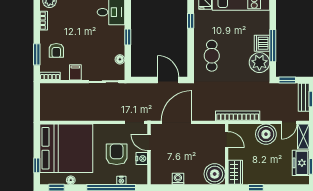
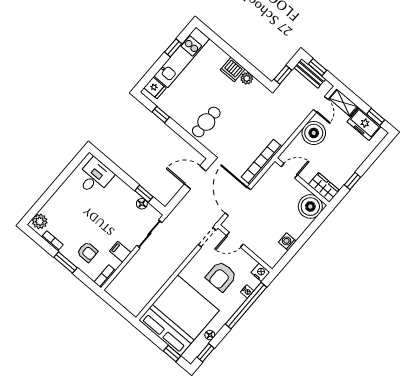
window: (128, 37) -> (144, 194), moved
window: (273, 46) -> (243, 62), removed
window: (37, 54) -> (66, 263), moved
cafe table: (212, 56) -> (206, 122), turned 90
plant: (259, 63) -> (247, 78), width x0.53, depth x0.53
bookcase: (238, 116) -> (262, 162), moved
armchair: (117, 154) -> (221, 276), turned -90
nightstand: (142, 159) -> (260, 272), moved

